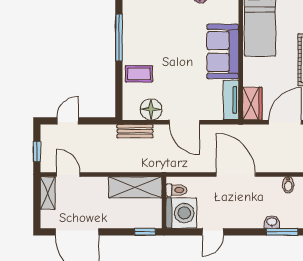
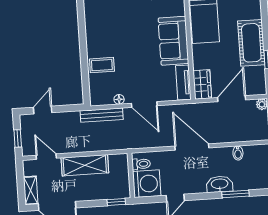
window: (119, 38) -> (82, 35), removed
floor lamp: (151, 109) -> (119, 99), width x0.53, depth x0.53
bench: (135, 131) -> (102, 115), width x1.36
shelving: (135, 187) -> (85, 165), moved
shelving: (48, 193) -> (31, 190), moved
washbasin: (272, 222) -> (220, 184), width x1.91, depth x1.45

